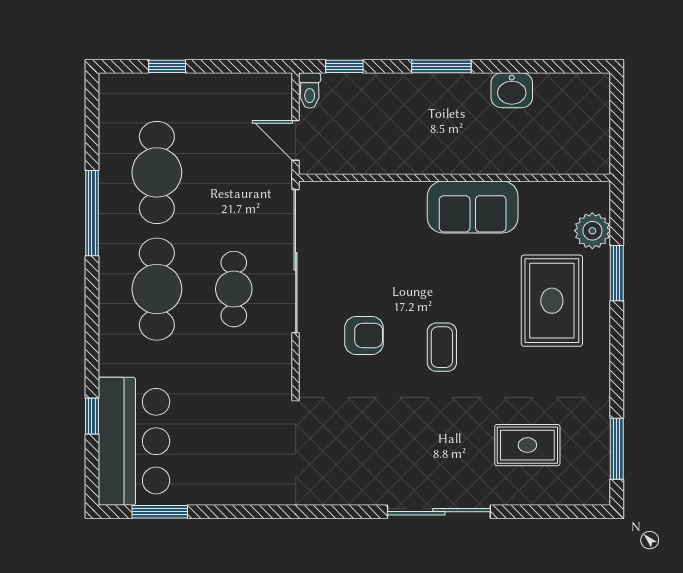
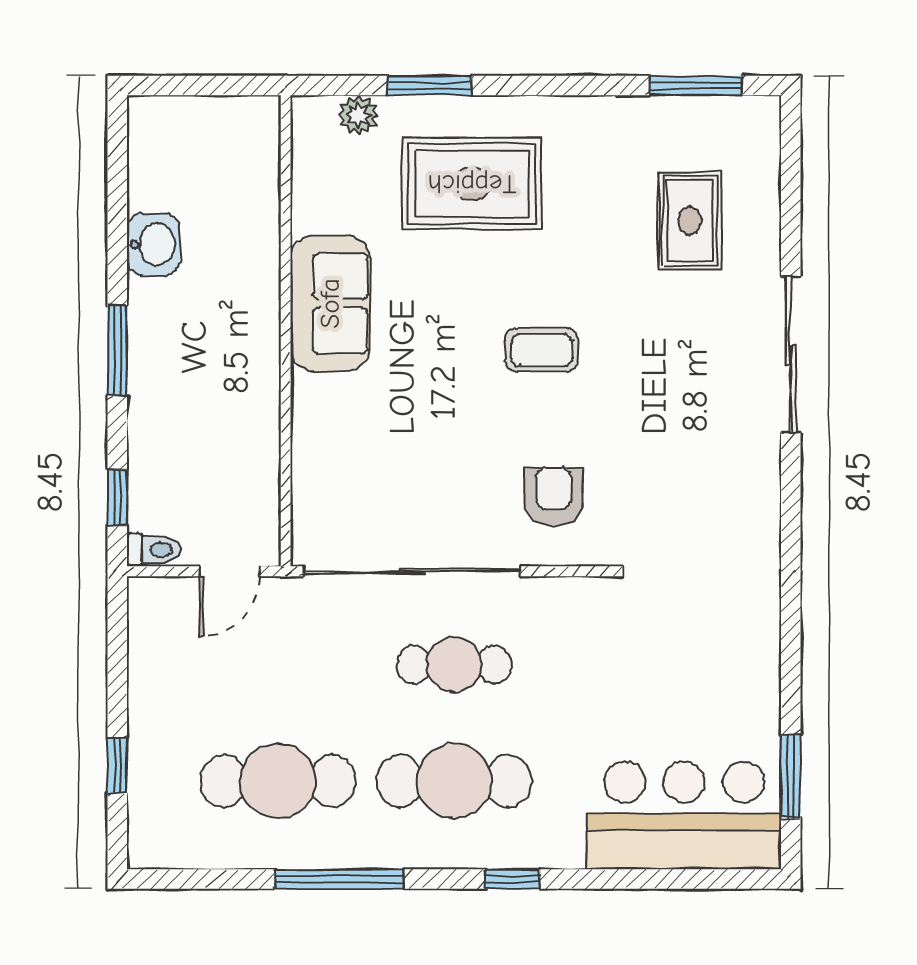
plant: (592, 231) -> (358, 115), width x0.73, depth x0.73
armchair: (364, 335) -> (553, 496), moved
window: (92, 416) -> (513, 879), moved

